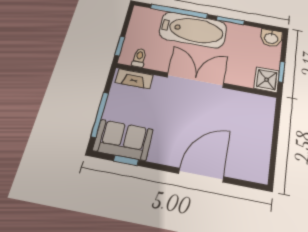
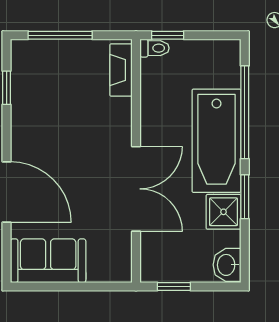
toilet: (139, 58) -> (155, 48), moved
double door: (195, 80) -> (136, 189), moved
shower: (267, 80) -> (224, 212), moved
sofa: (123, 140) -> (48, 261), moved, turned -90

